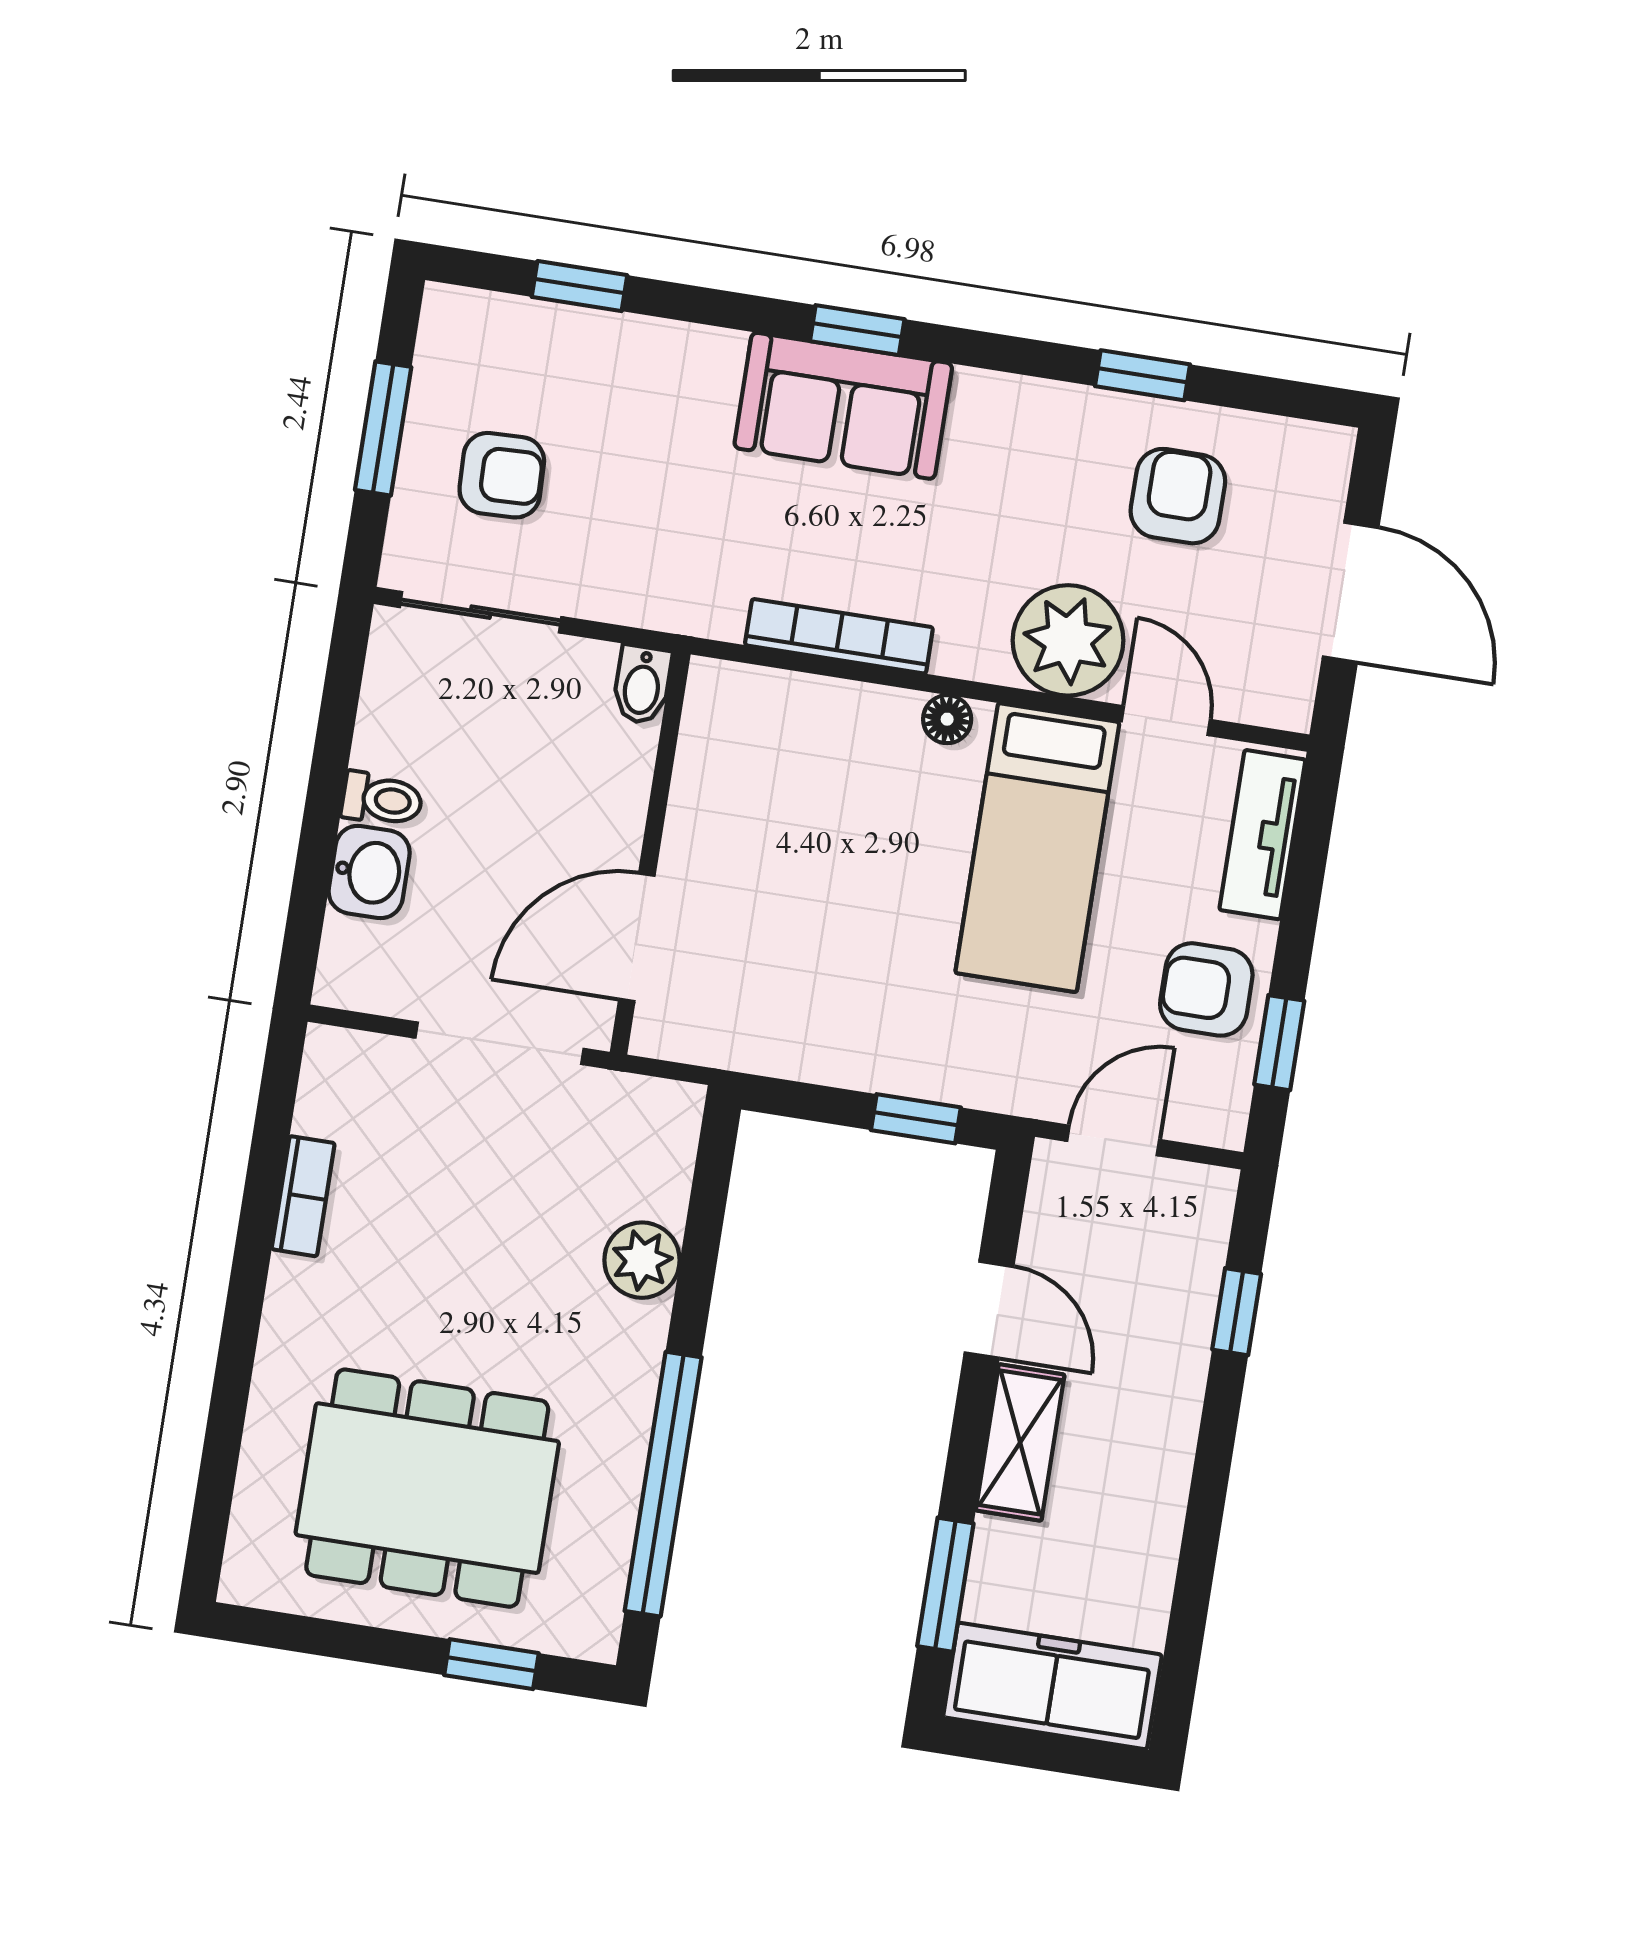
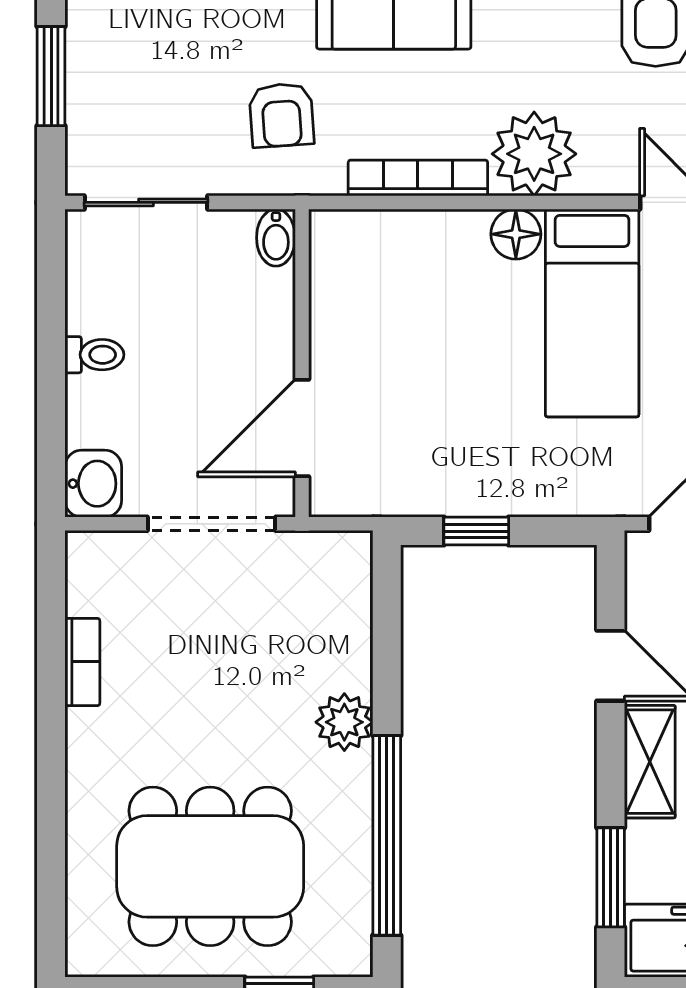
armchair: (502, 475) -> (281, 115), moved, turned 88
plant: (1068, 640) -> (534, 154), moved
floor lamp: (947, 719) -> (516, 234), width x1.37, depth x1.37
washbasin: (369, 872) -> (93, 484), moved
window: (916, 1119) -> (476, 531), moved
plant: (642, 1260) -> (344, 722), moved

